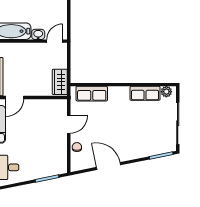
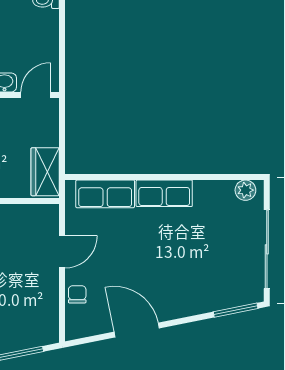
row of seats: (145, 93) -> (164, 193), moved

